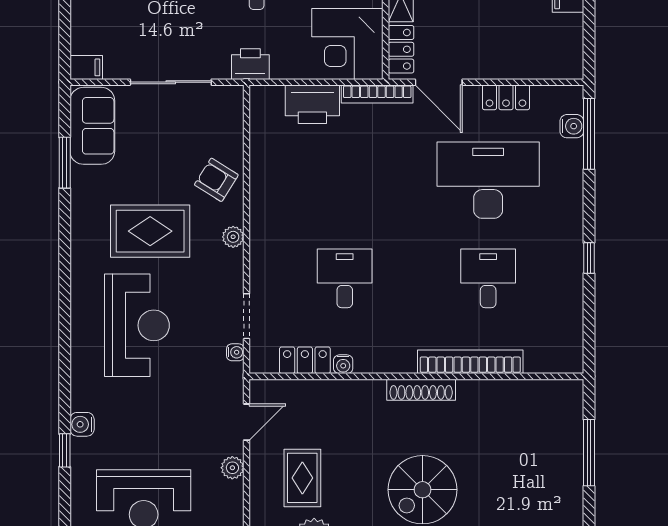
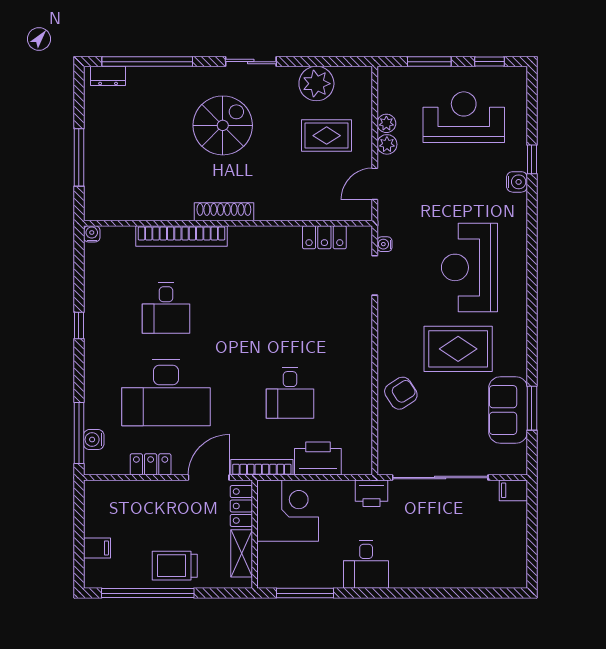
sliding door: (171, 82) -> (440, 478), width x1.36
door: (439, 82) -> (209, 478), hinge flipped
sofa: (92, 126) -> (508, 410), moved
armchair: (216, 180) -> (401, 393), turned -65
plant: (233, 237) -> (386, 123), moved
desk: (345, 278) -> (290, 393), moved
water cooler: (343, 364) -> (92, 234), moved
rug: (302, 478) -> (327, 136), turned 90

